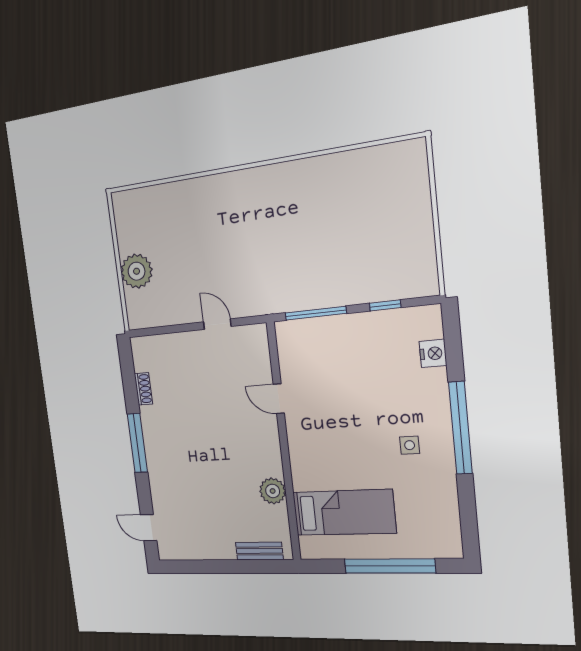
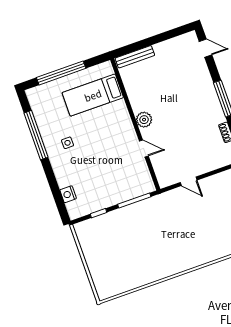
window: (460, 428) -> (36, 135), moved
plant: (273, 491) -> (144, 120), moved
bench: (259, 551) -> (135, 57), width x1.36

